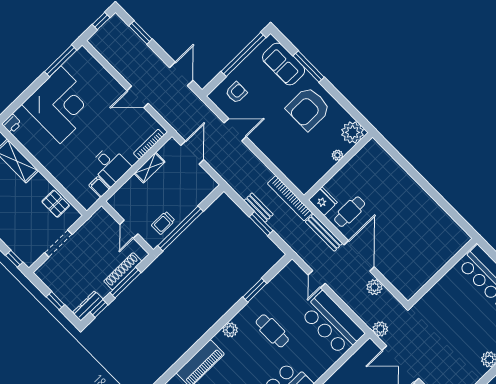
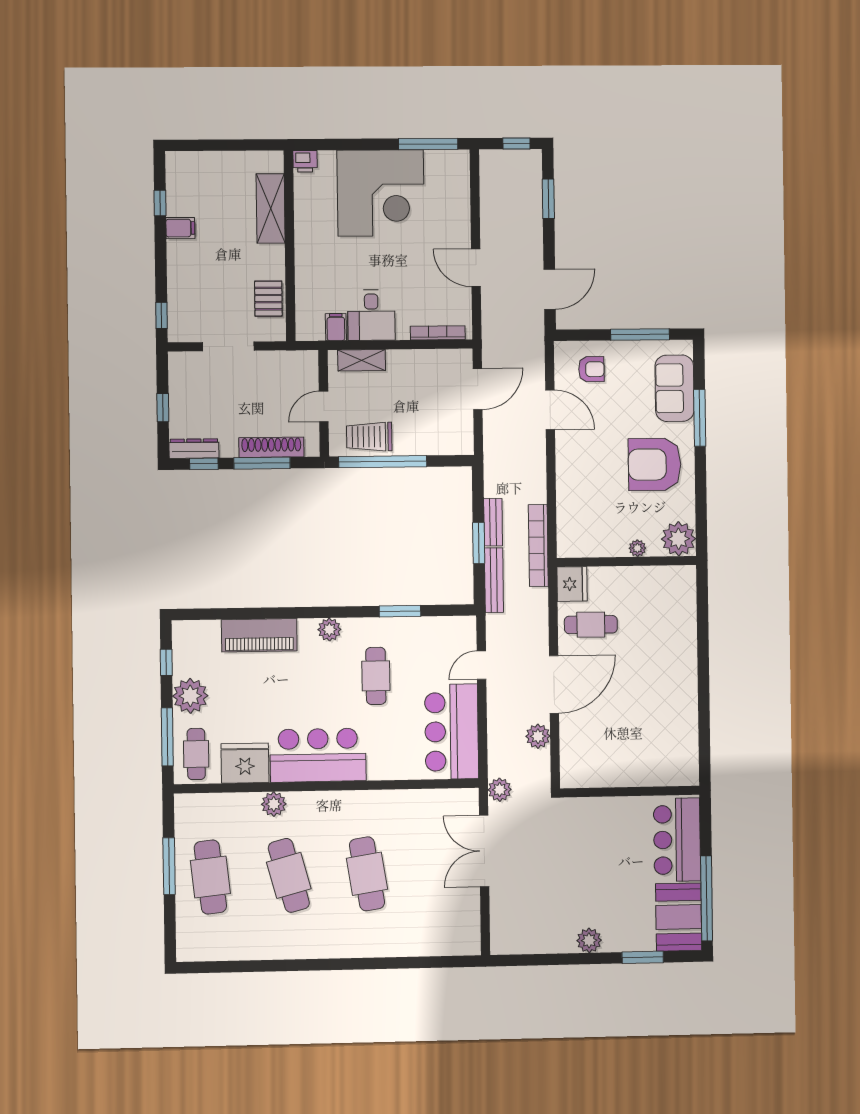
window: (243, 54) -> (640, 334), width x0.68
shelving: (150, 168) -> (362, 360), moved
trolley: (163, 223) -> (369, 437), width x1.36, depth x1.39
bench: (324, 233) -> (494, 580), moved

